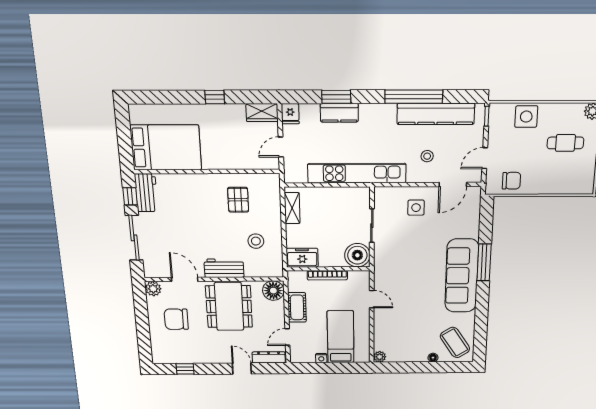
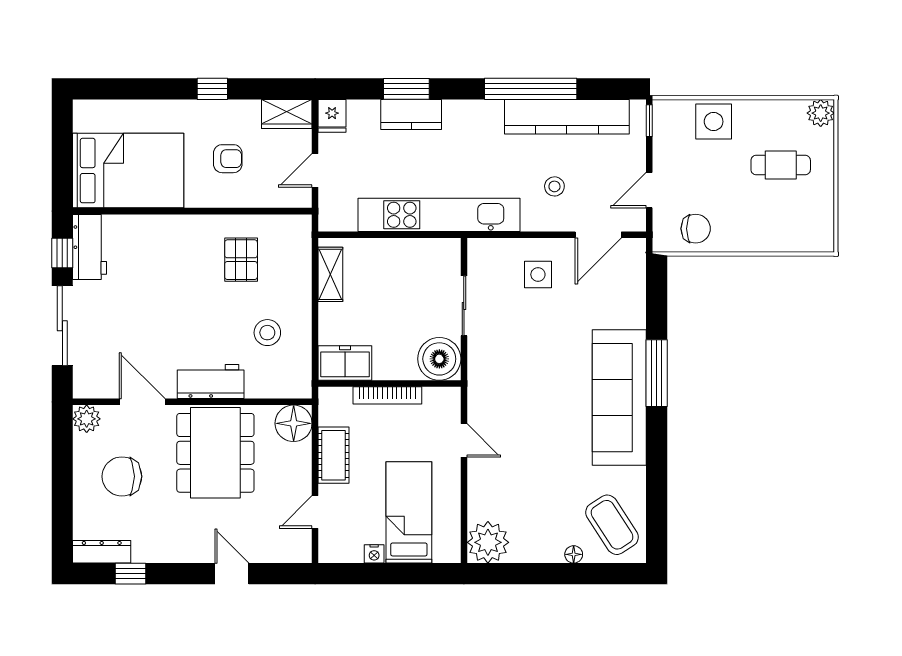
armchair: (227, 140) -> (228, 159), added
dresser: (269, 357) -> (102, 552), moved
plant: (380, 357) -> (488, 542), width x1.87, depth x1.87

